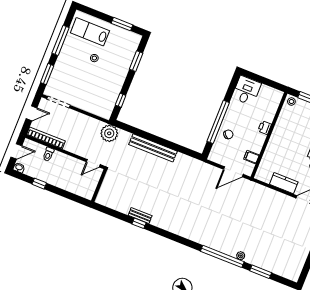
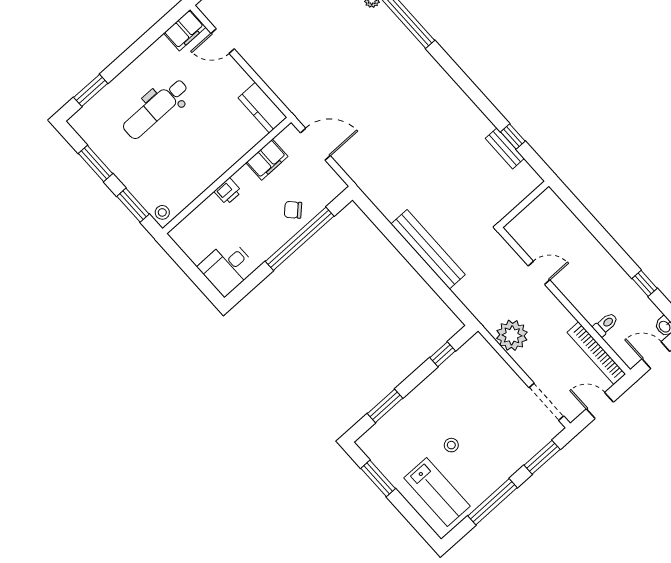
plant: (109, 133) -> (512, 335), moved
filing cabinet: (251, 157) -> (267, 160), width x2.00
kitchen counter: (284, 183) -> (262, 108), moved
wall: (99, 186) -> (524, 204), moved

